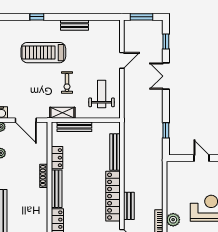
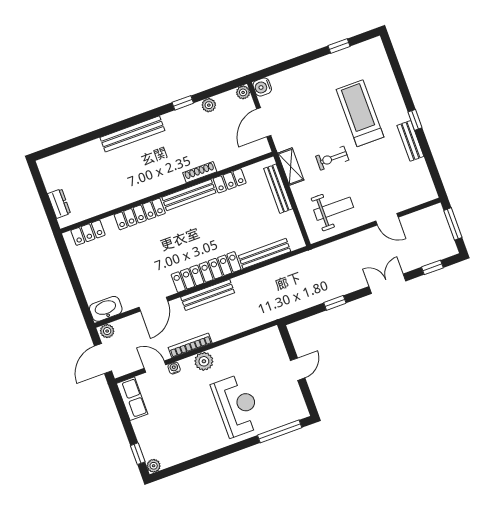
window: (37, 17) -> (415, 120), moved
window: (166, 130) -> (335, 303), moved
bench: (129, 206) -> (208, 295), width x1.36

